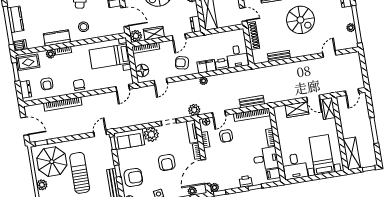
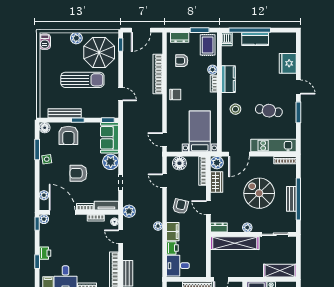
door: (100, 133) -> (121, 94), moved
armchair: (226, 136) -> (96, 240), removed

